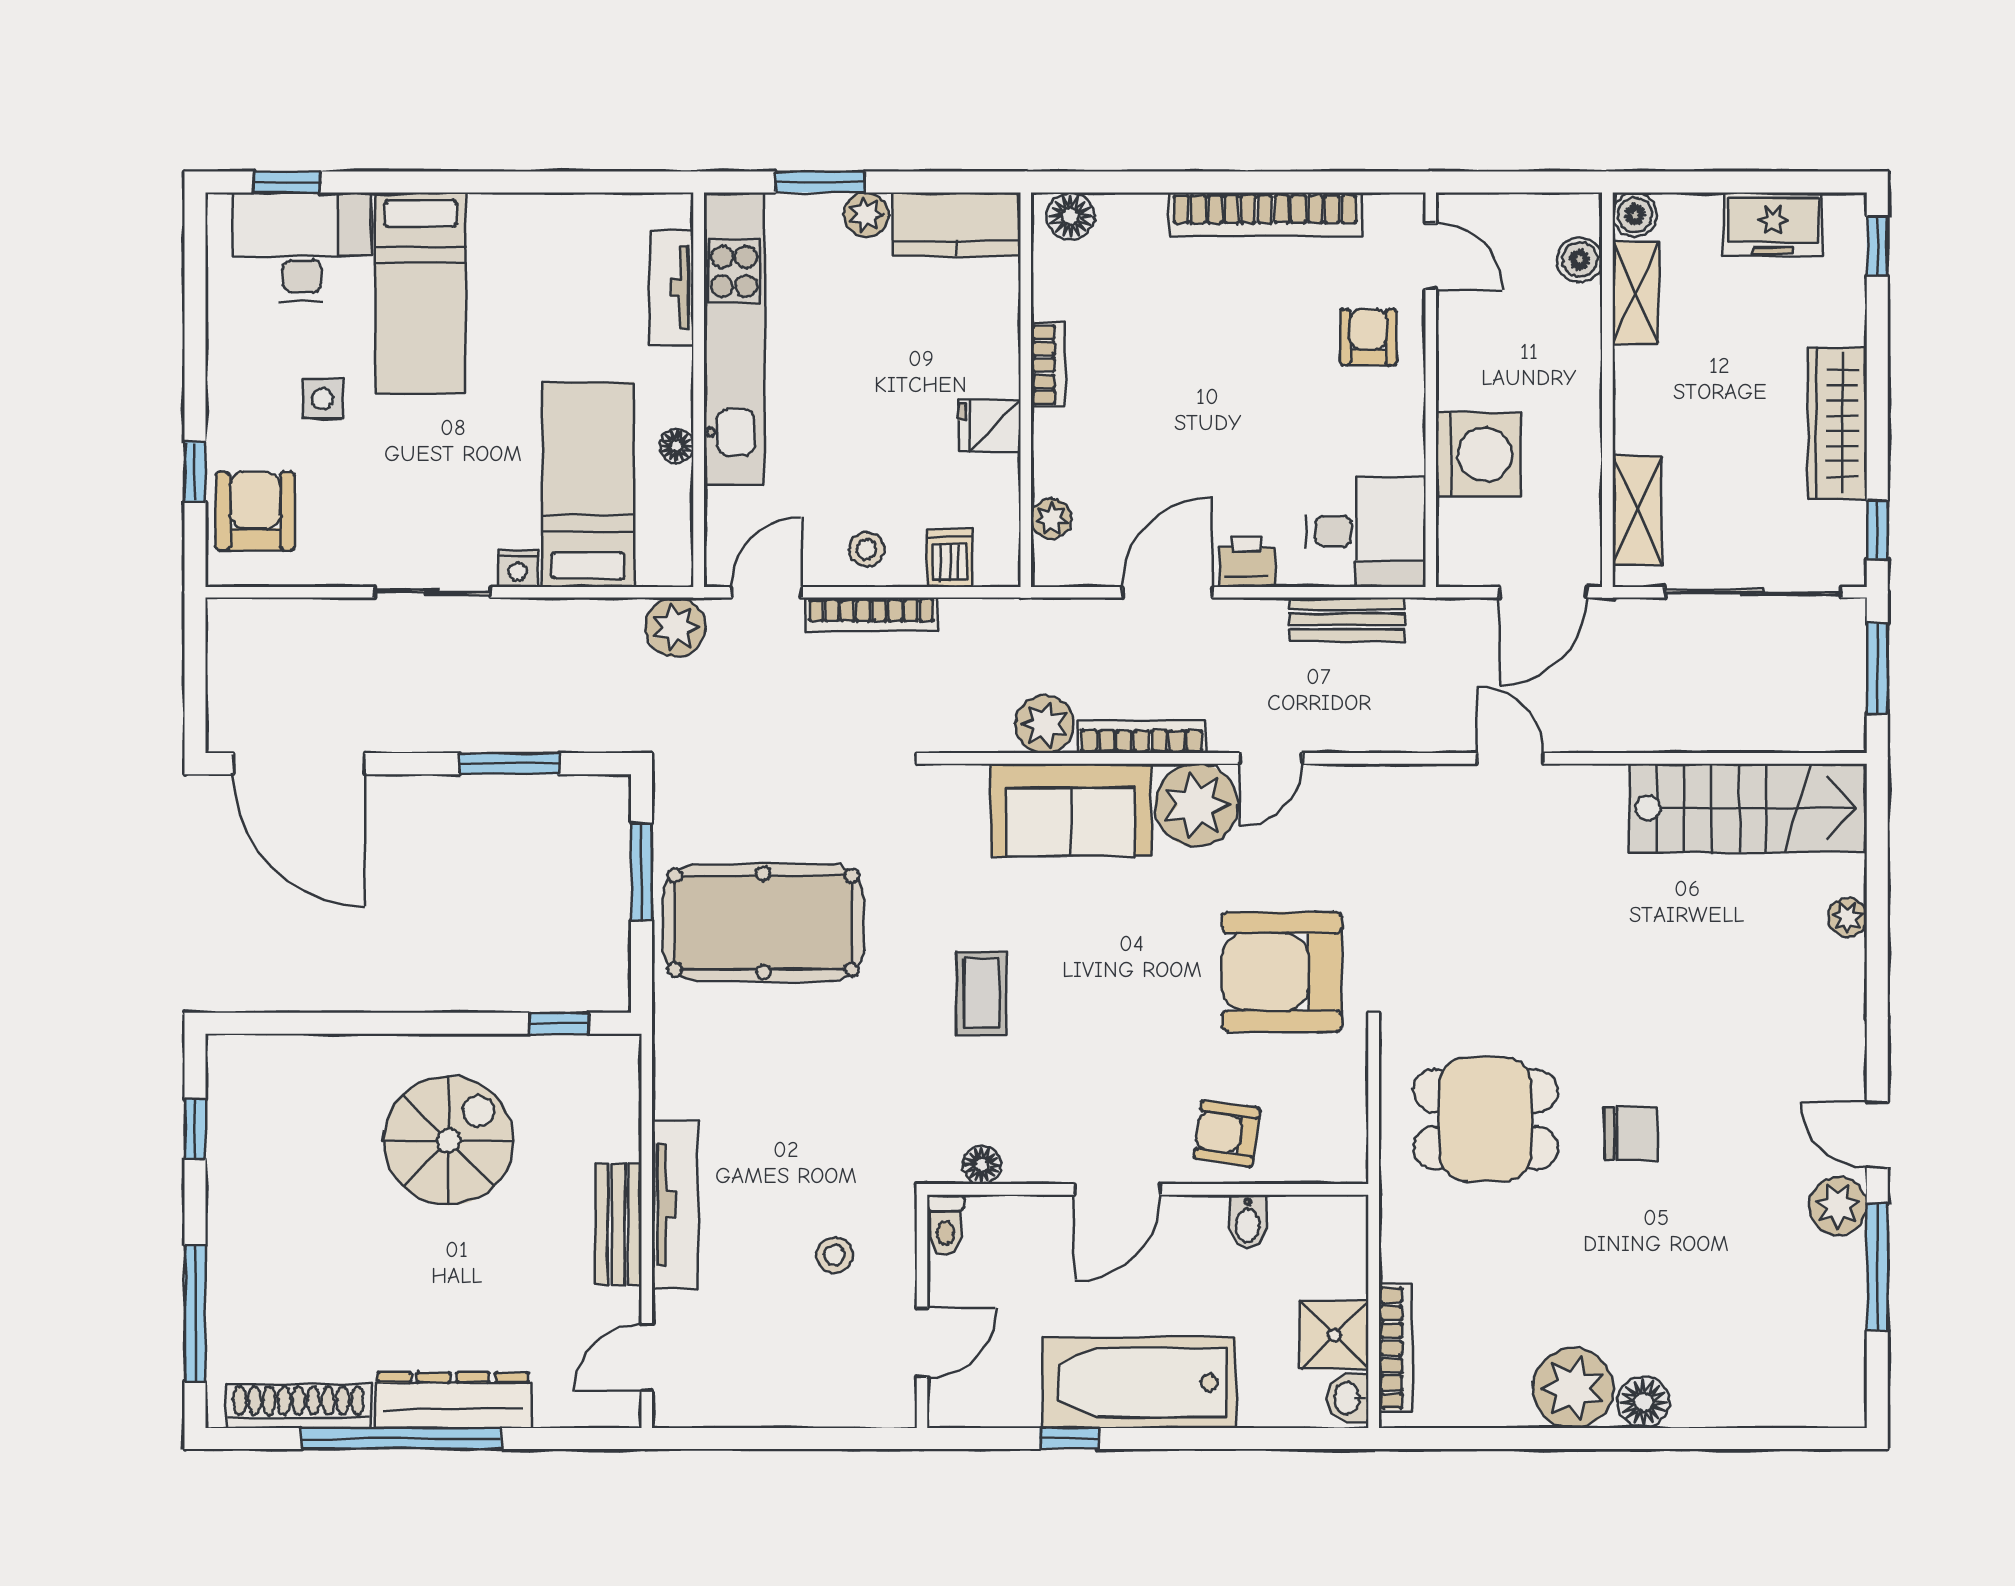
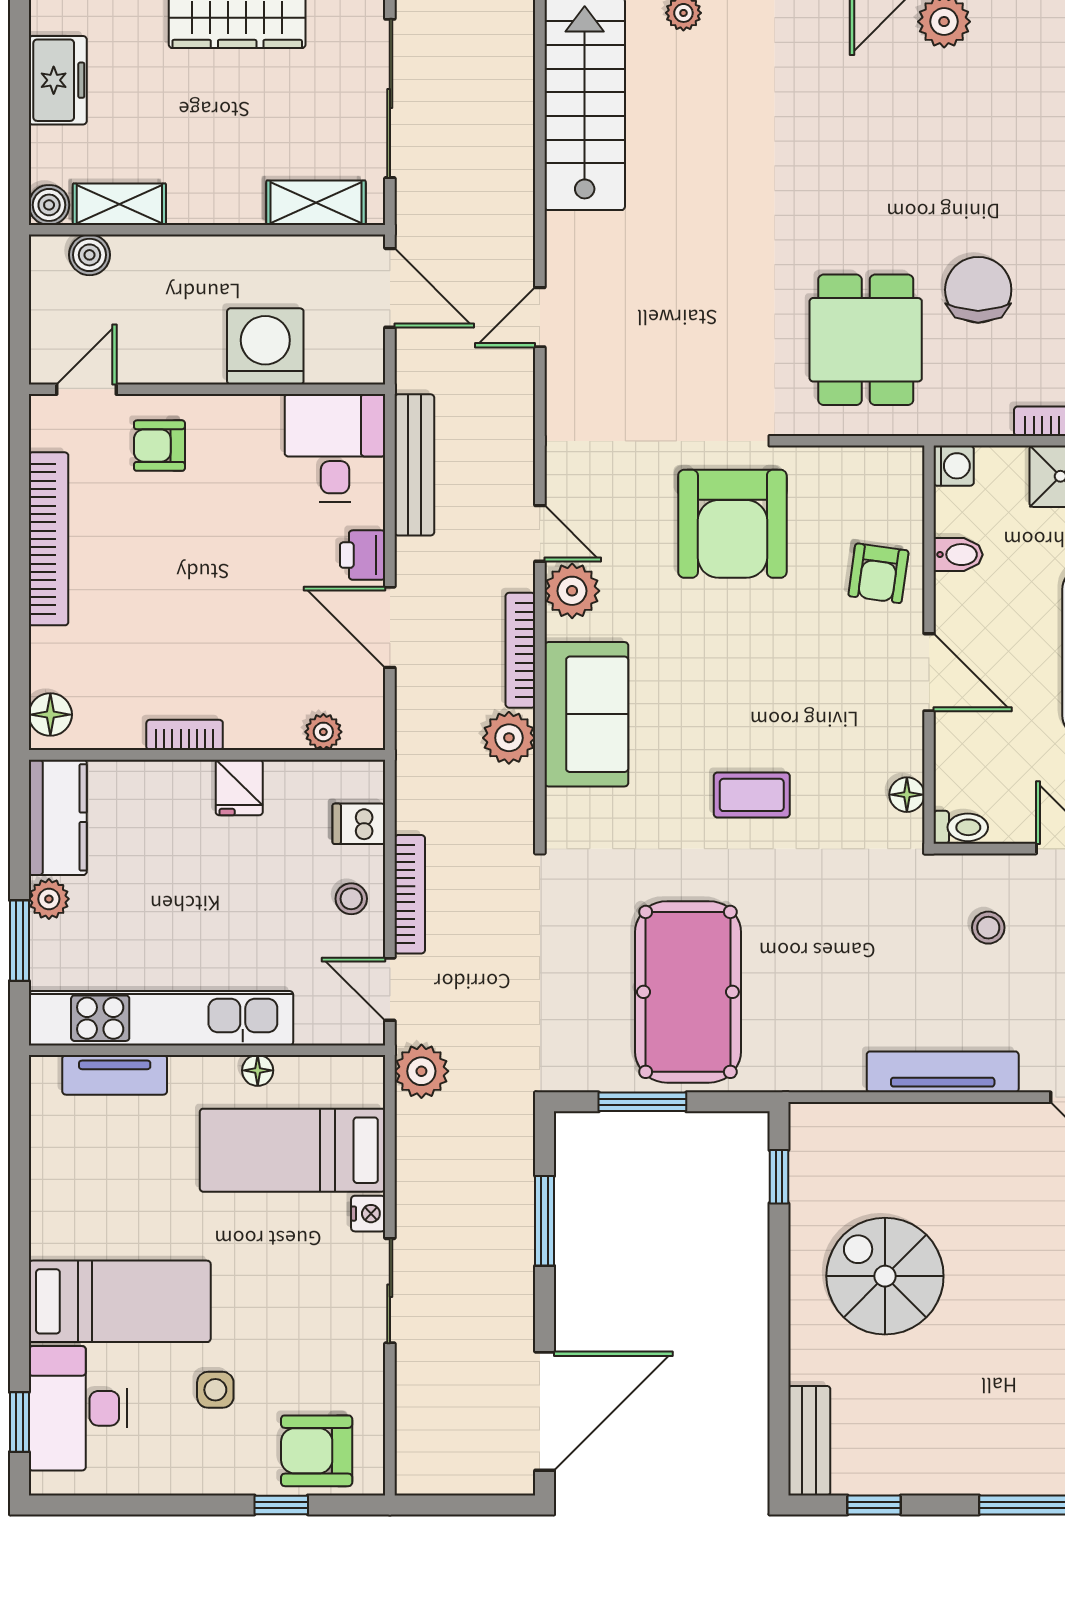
bench: (1347, 619) -> (414, 465), width x1.36
plant: (1196, 805) -> (572, 591), width x0.73, depth x0.73
chair: (1631, 1133) -> (978, 290), moved, width x1.37, depth x1.37
washing machine: (1346, 1217) -> (954, 466), added
bench: (618, 1224) -> (809, 1441), moved, turned 90

